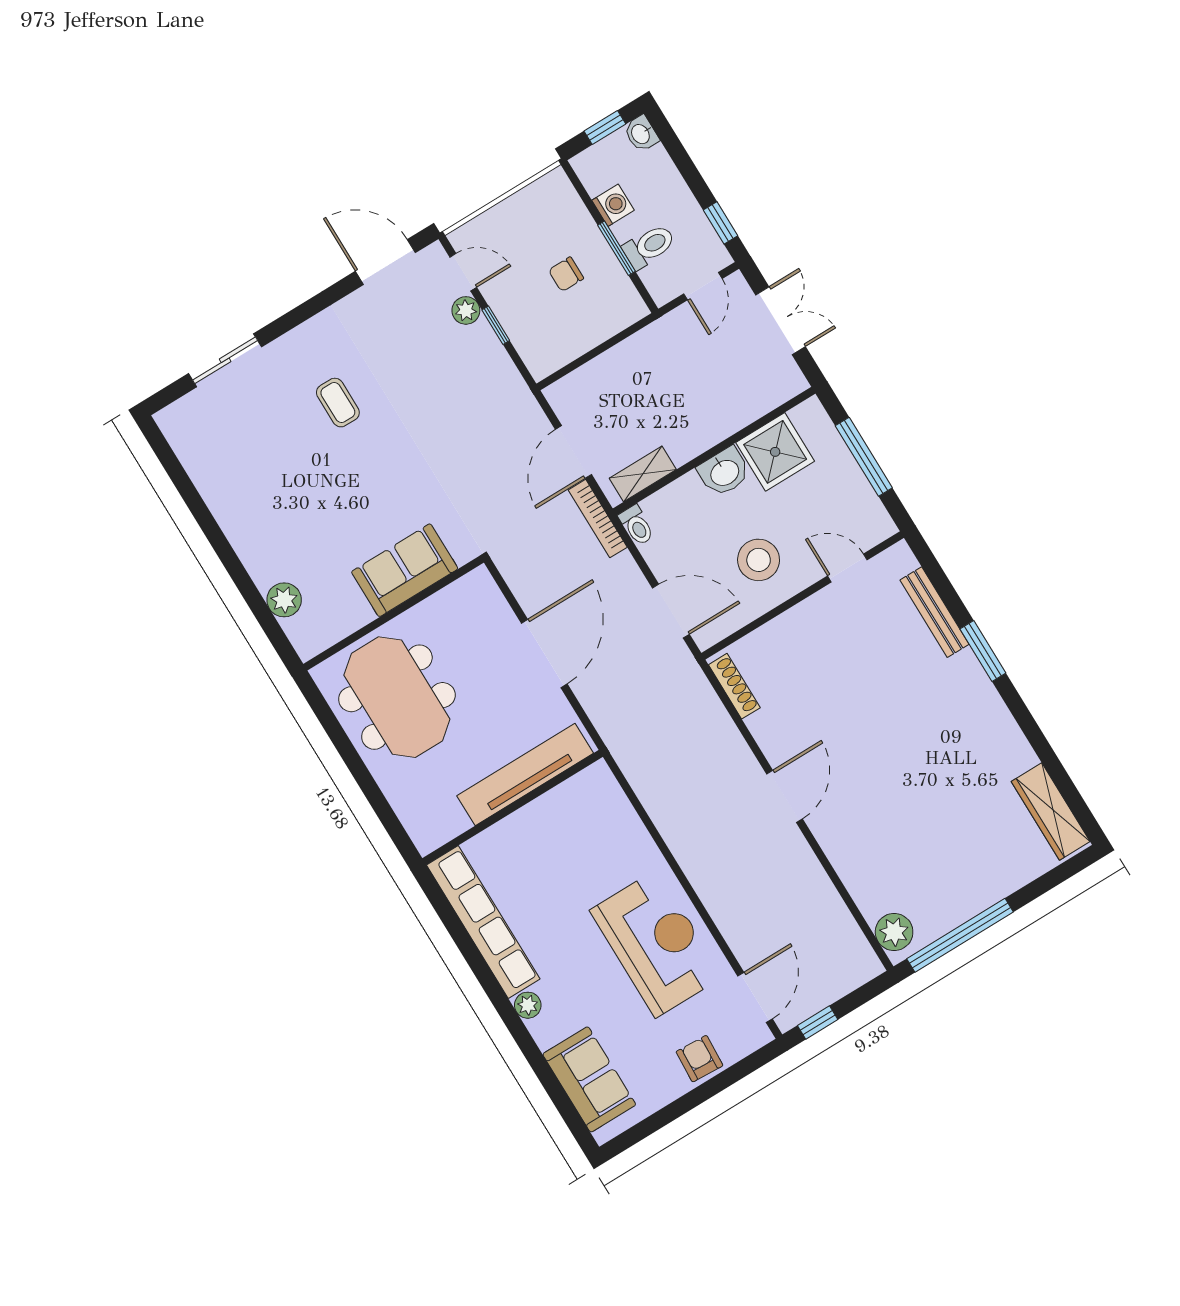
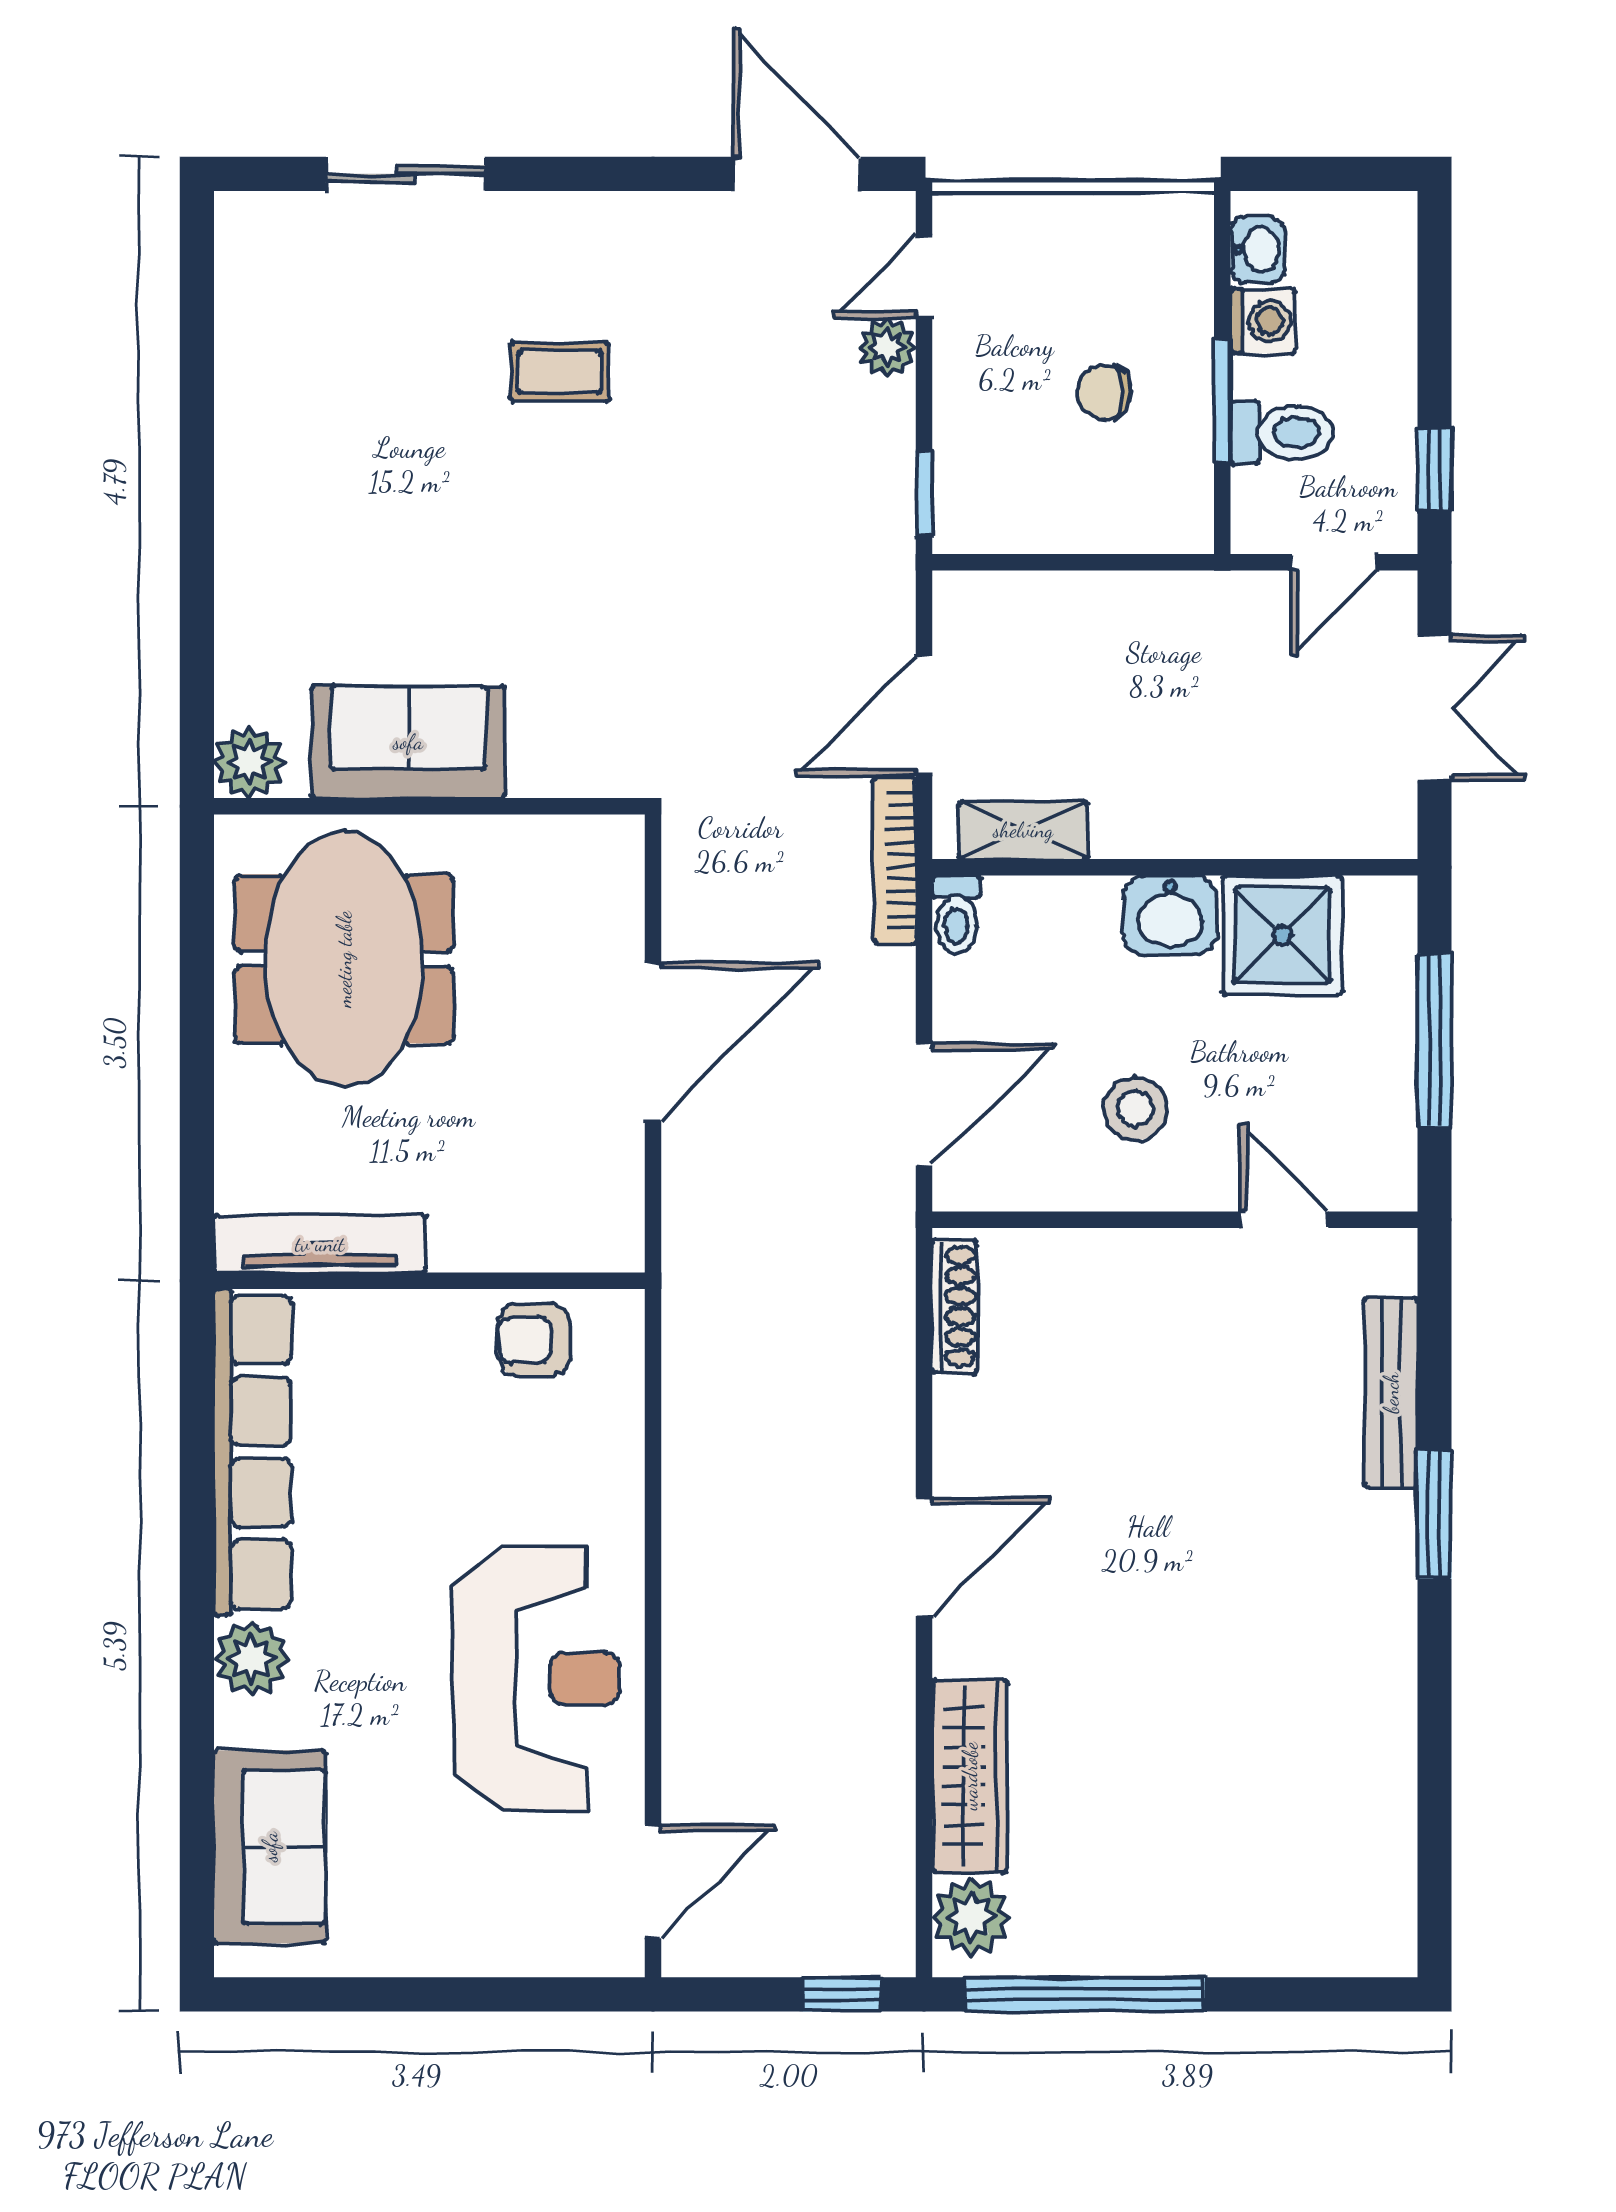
window: (605, 127) -> (1333, 174), removed
washbasin: (641, 134) -> (1257, 250), moved, turned 180
door: (463, 272) -> (924, 277), swing flipped
window: (496, 325) -> (924, 493), moved
coffee table: (338, 403) -> (560, 372), turned 90
stool: (759, 560) -> (1135, 1109), width x0.73, depth x0.73
sofa: (405, 570) -> (408, 742), moved
plant: (284, 600) -> (249, 762), moved
door: (671, 611) -> (924, 1104), hinge flipped
tv unit: (525, 774) -> (320, 1244), moved, width x0.73, depth x0.78
wardrobe: (1051, 812) -> (970, 1776), moved, turned 180
plant: (528, 1005) -> (251, 1658), width x1.38, depth x1.38
window: (818, 1023) -> (842, 1994), moved
armchair: (699, 1059) -> (534, 1340), moved, turned -93

